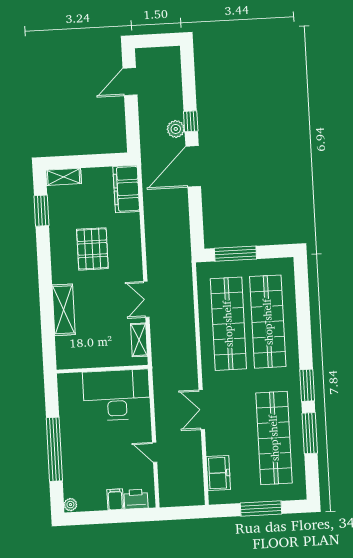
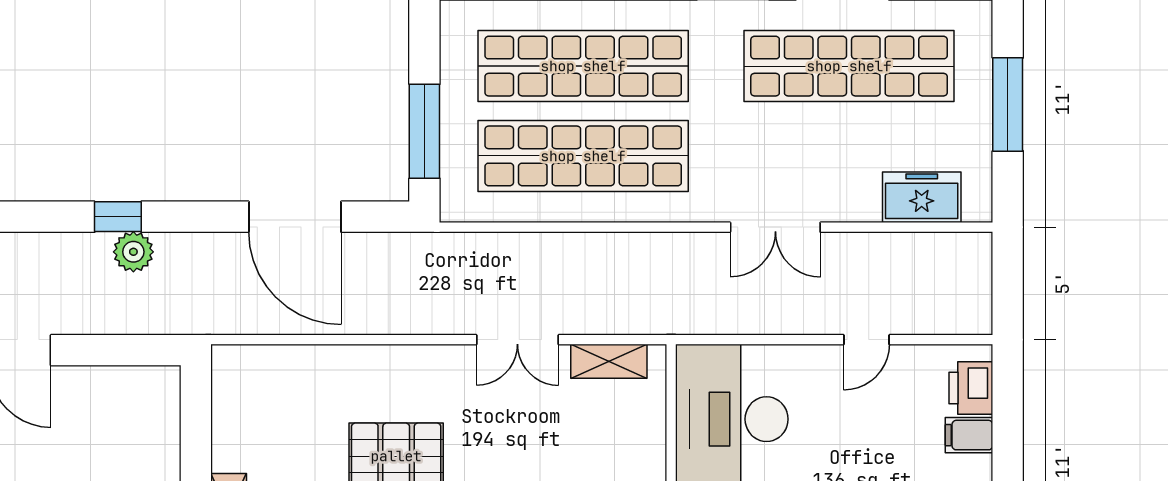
door: (193, 166) -> (295, 217), moved
filing cabinet: (126, 189) -> (264, 372), removed

